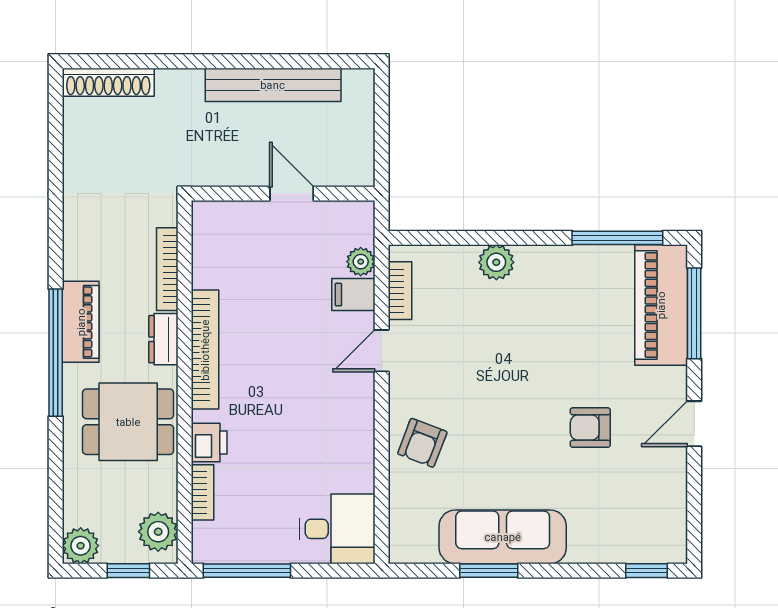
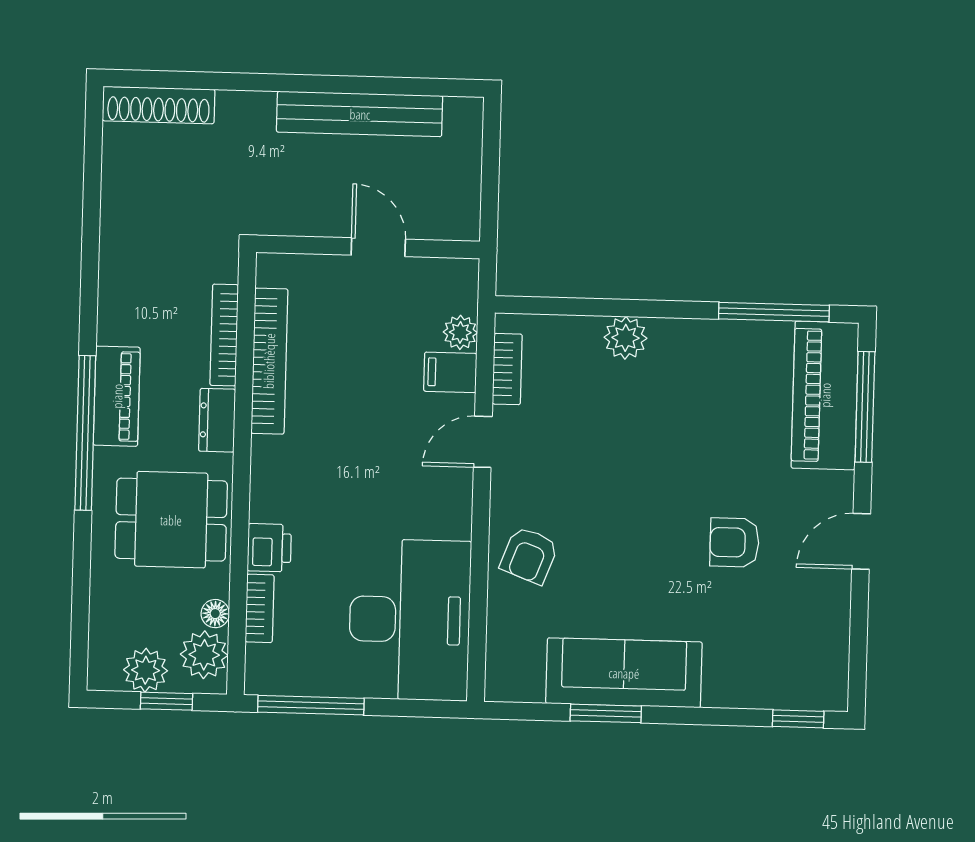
bookcase: (205, 350) -> (269, 361), moved
floor lamp: (166, 498) -> (215, 614), added
desk: (337, 529) -> (410, 620), width x1.87, depth x1.30
plant: (81, 546) -> (146, 670), moved

